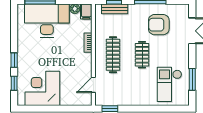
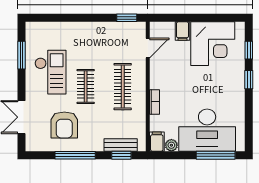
armchair: (159, 25) -> (64, 125), turned 90
checkout: (169, 84) -> (50, 72), moved
filing cabinet: (66, 98) -> (183, 31), added

